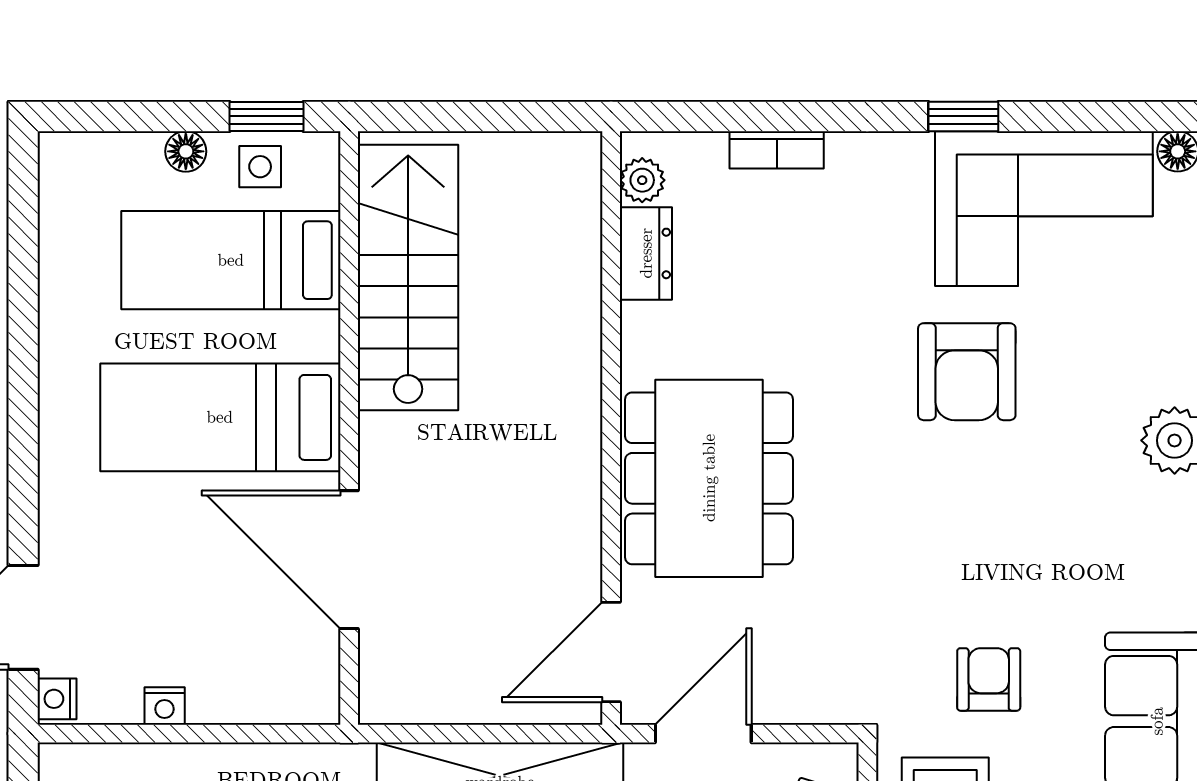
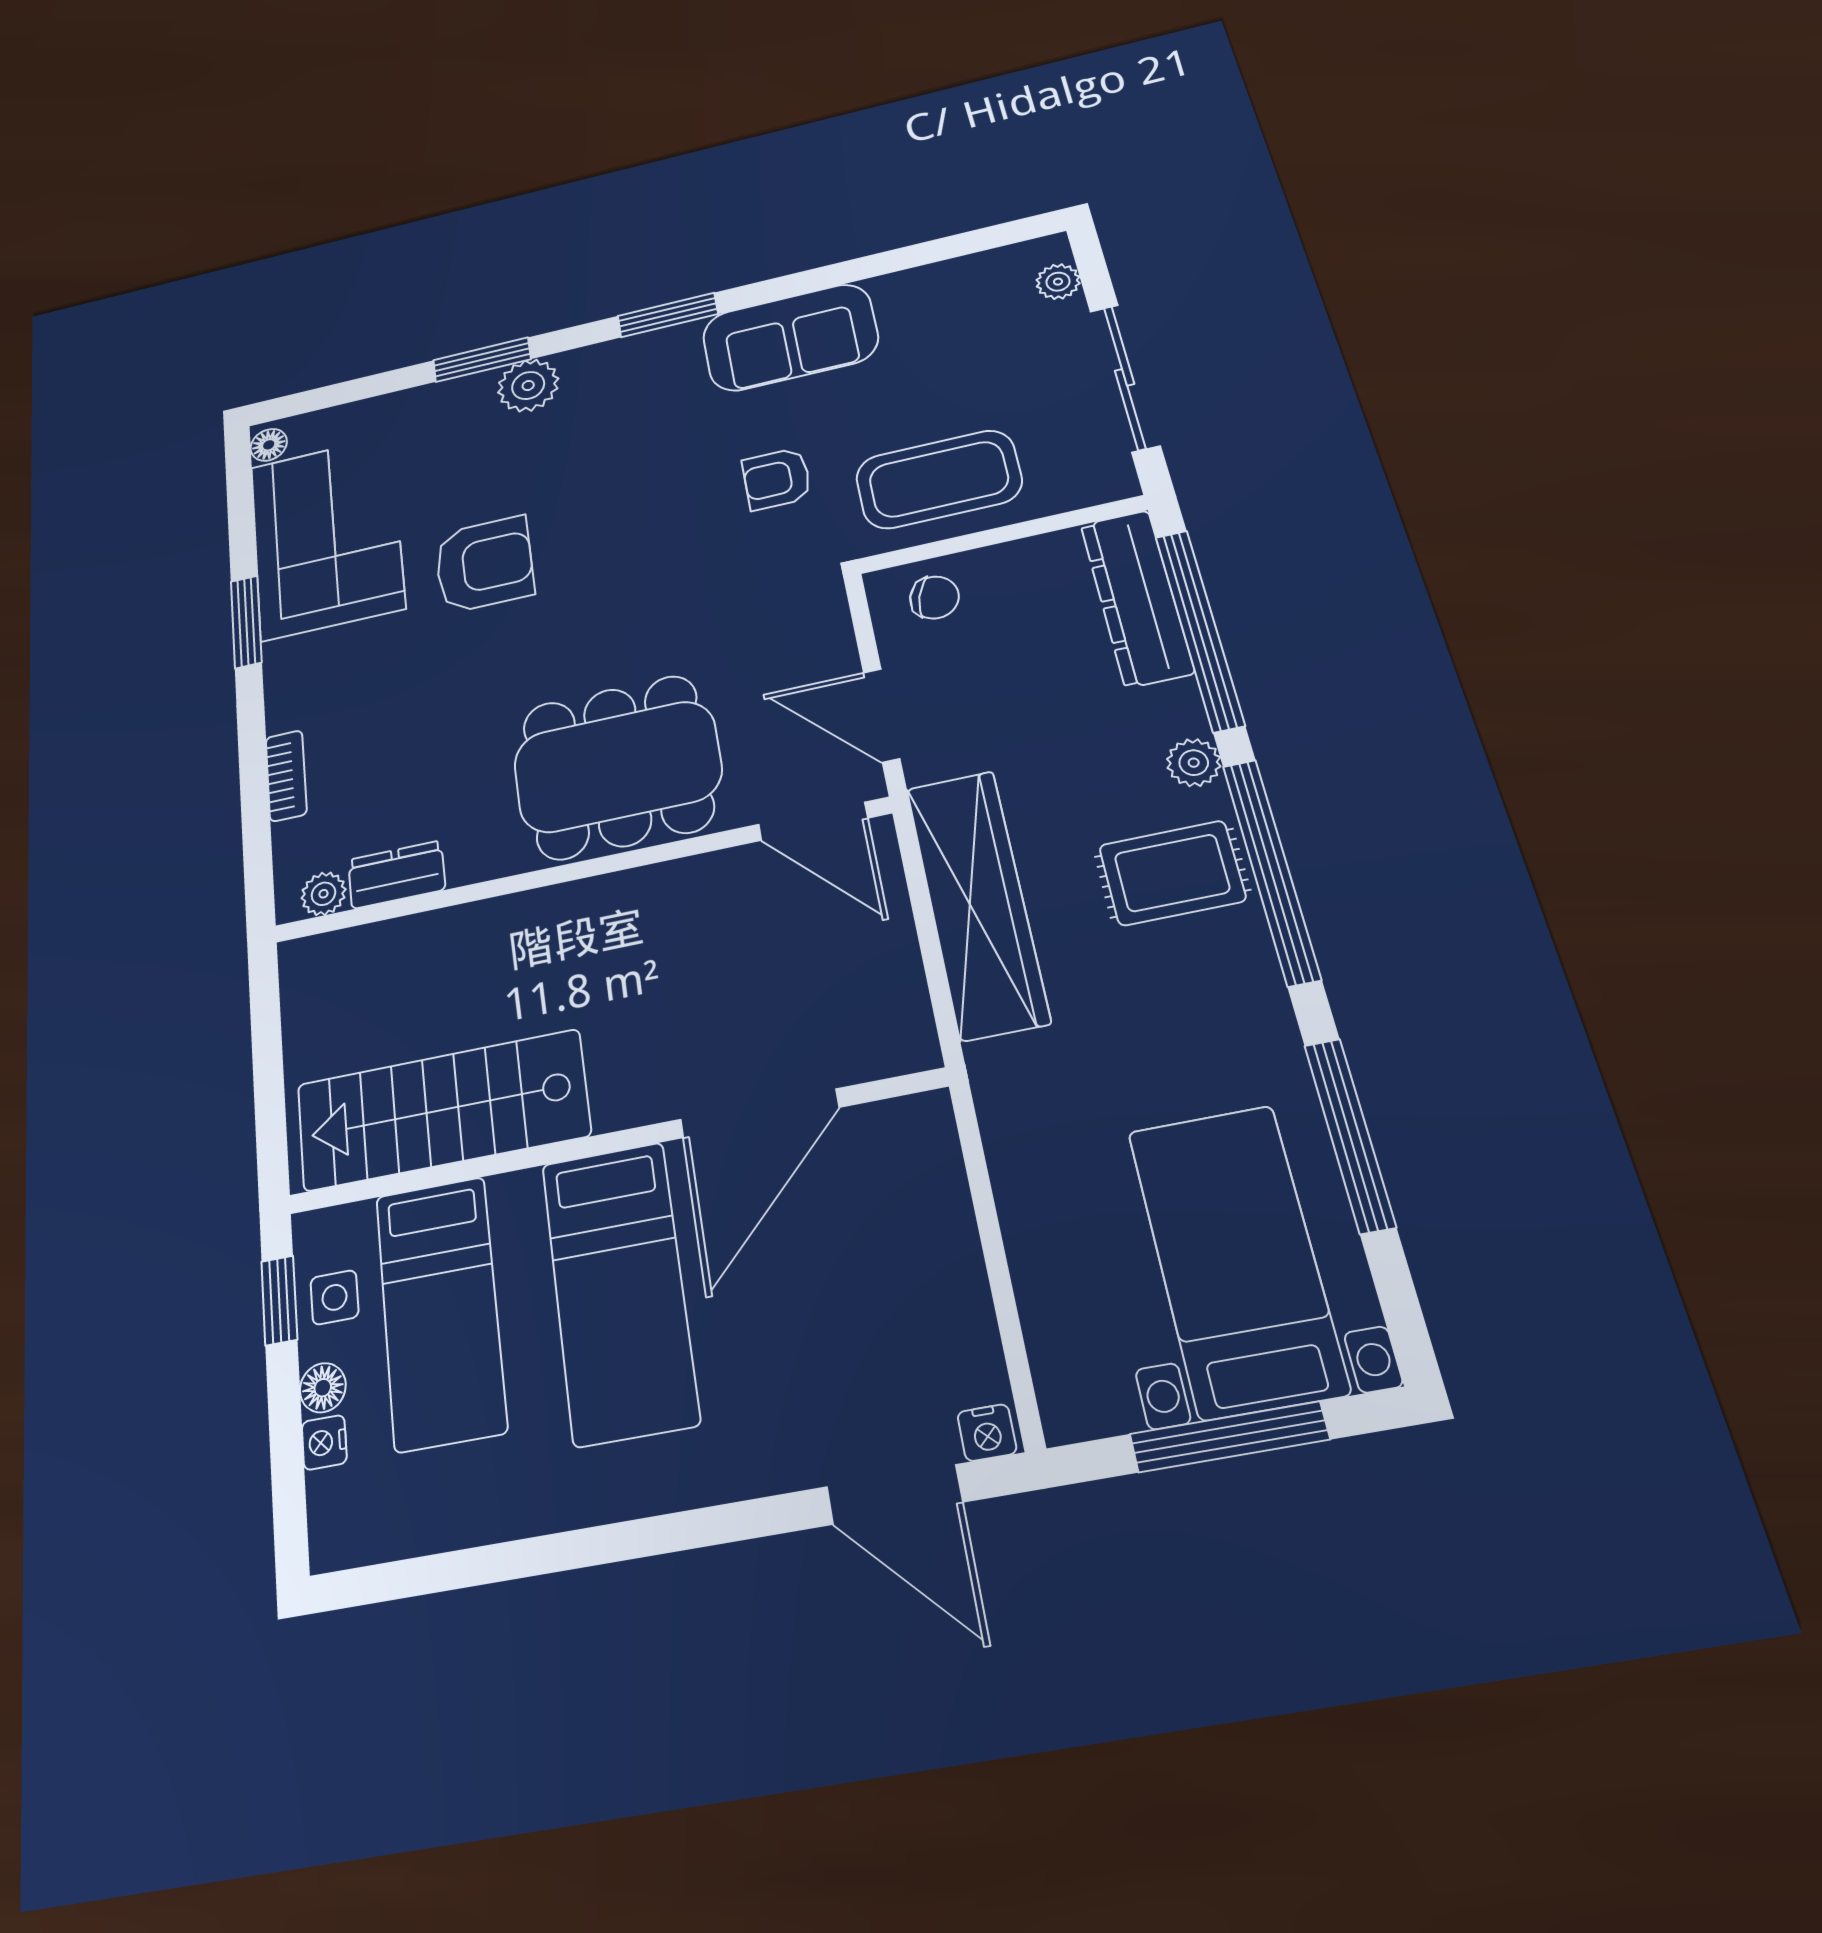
window: (963, 116) -> (246, 622), width x1.50
nightstand: (165, 706) -> (324, 1442), moved, turned 180

